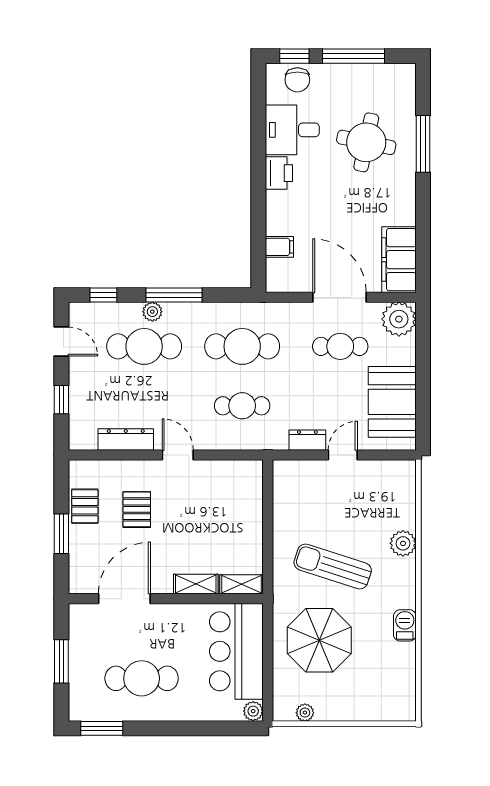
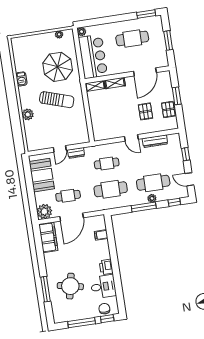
door: (340, 297) -> (72, 217), hinge flipped

